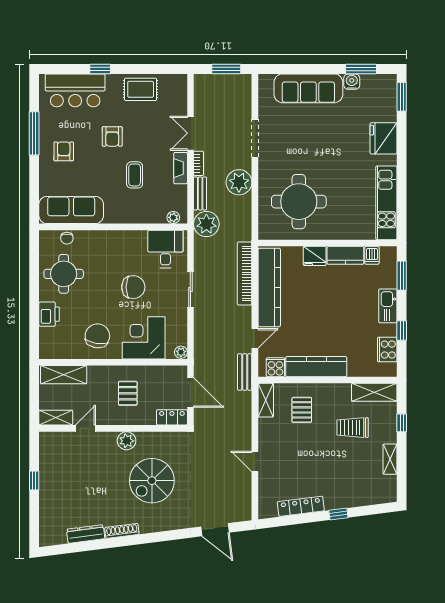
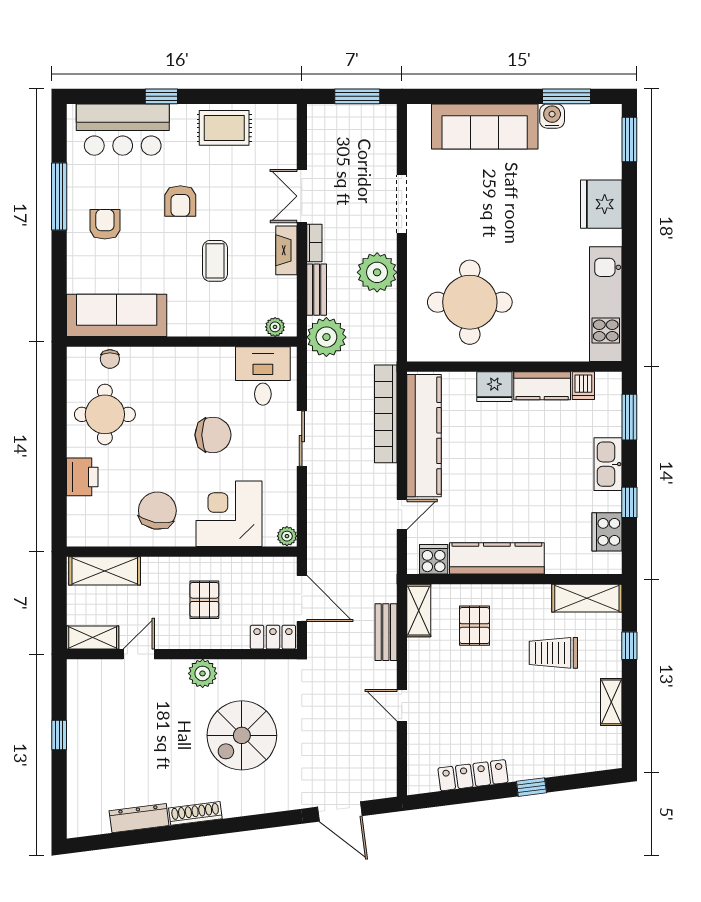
bench: (245, 372) -> (386, 632), moved

